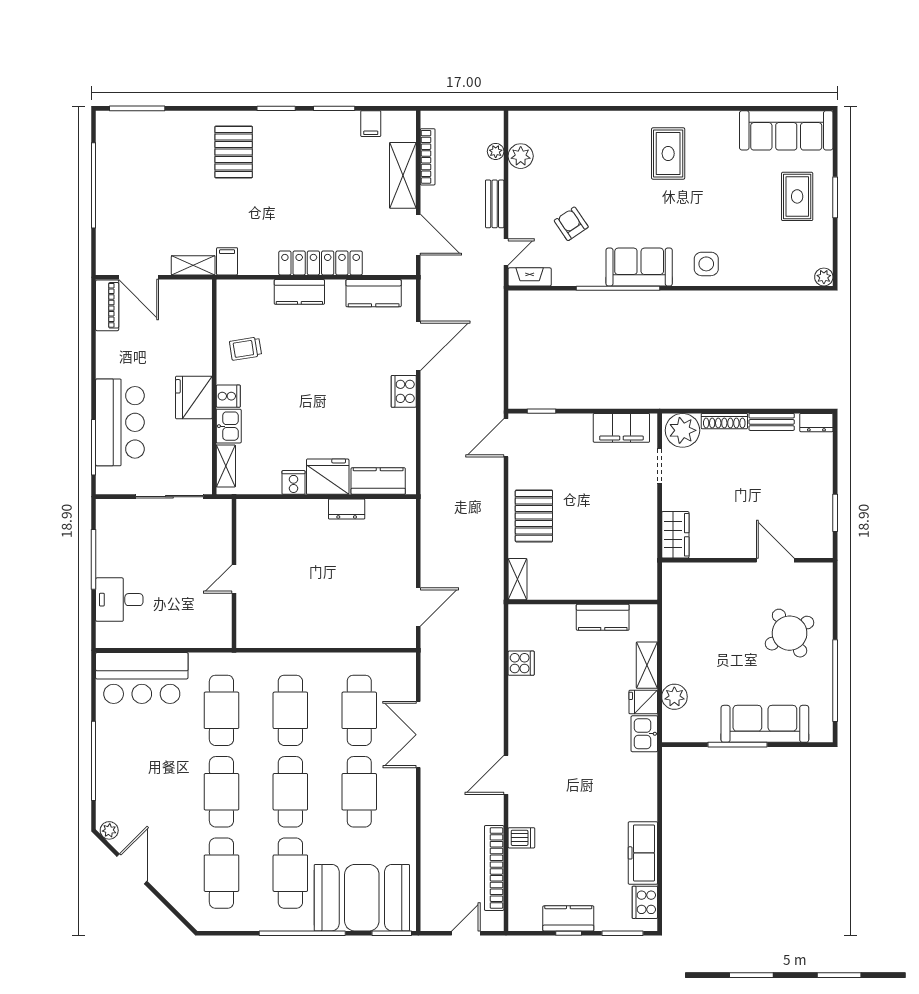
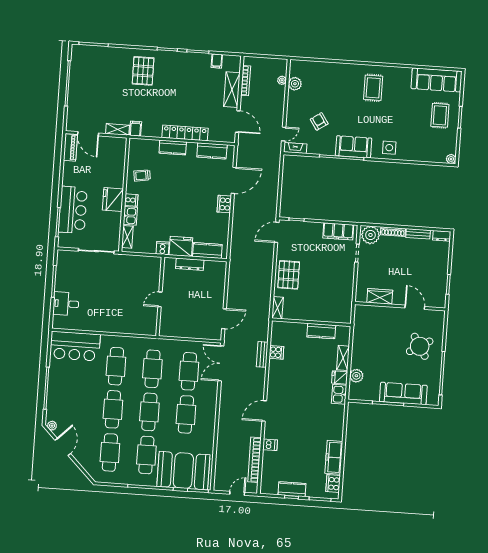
bench: (495, 204) -> (262, 354), moved
dresser: (347, 509) -> (190, 264), width x1.44
wardrobe: (675, 535) -> (380, 296), moved, turned -90
wall: (234, 573) -> (160, 296), moved
door: (234, 579) -> (160, 299), moved
double door: (418, 735) -> (221, 363), moved

